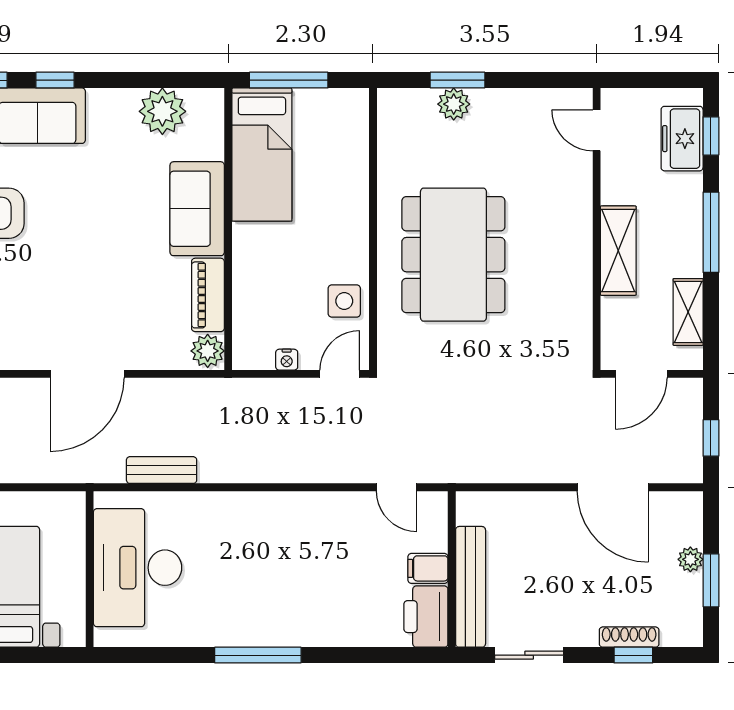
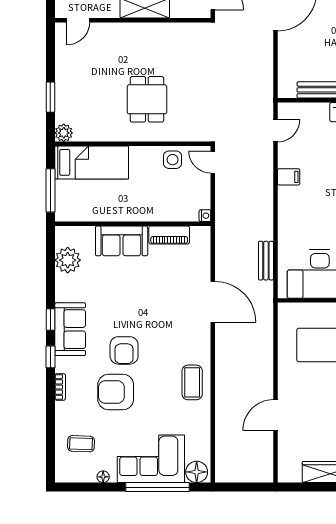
plant: (454, 104) -> (64, 133), moved
bed: (262, 155) -> (92, 162), moved
dining table: (453, 255) -> (147, 99), width x0.53, depth x0.80
plant: (208, 351) -> (200, 235), removed
nightstand: (287, 360) -> (205, 216), moved
filing cabinet: (428, 568) -> (289, 177), moved, turned -90

